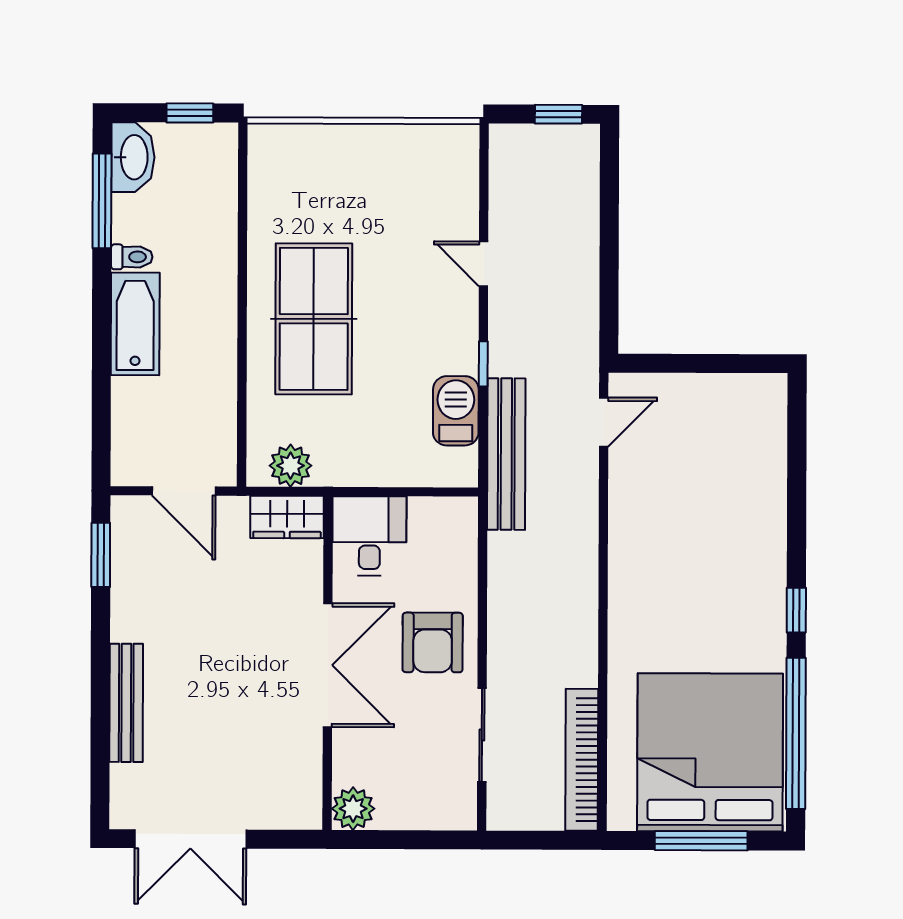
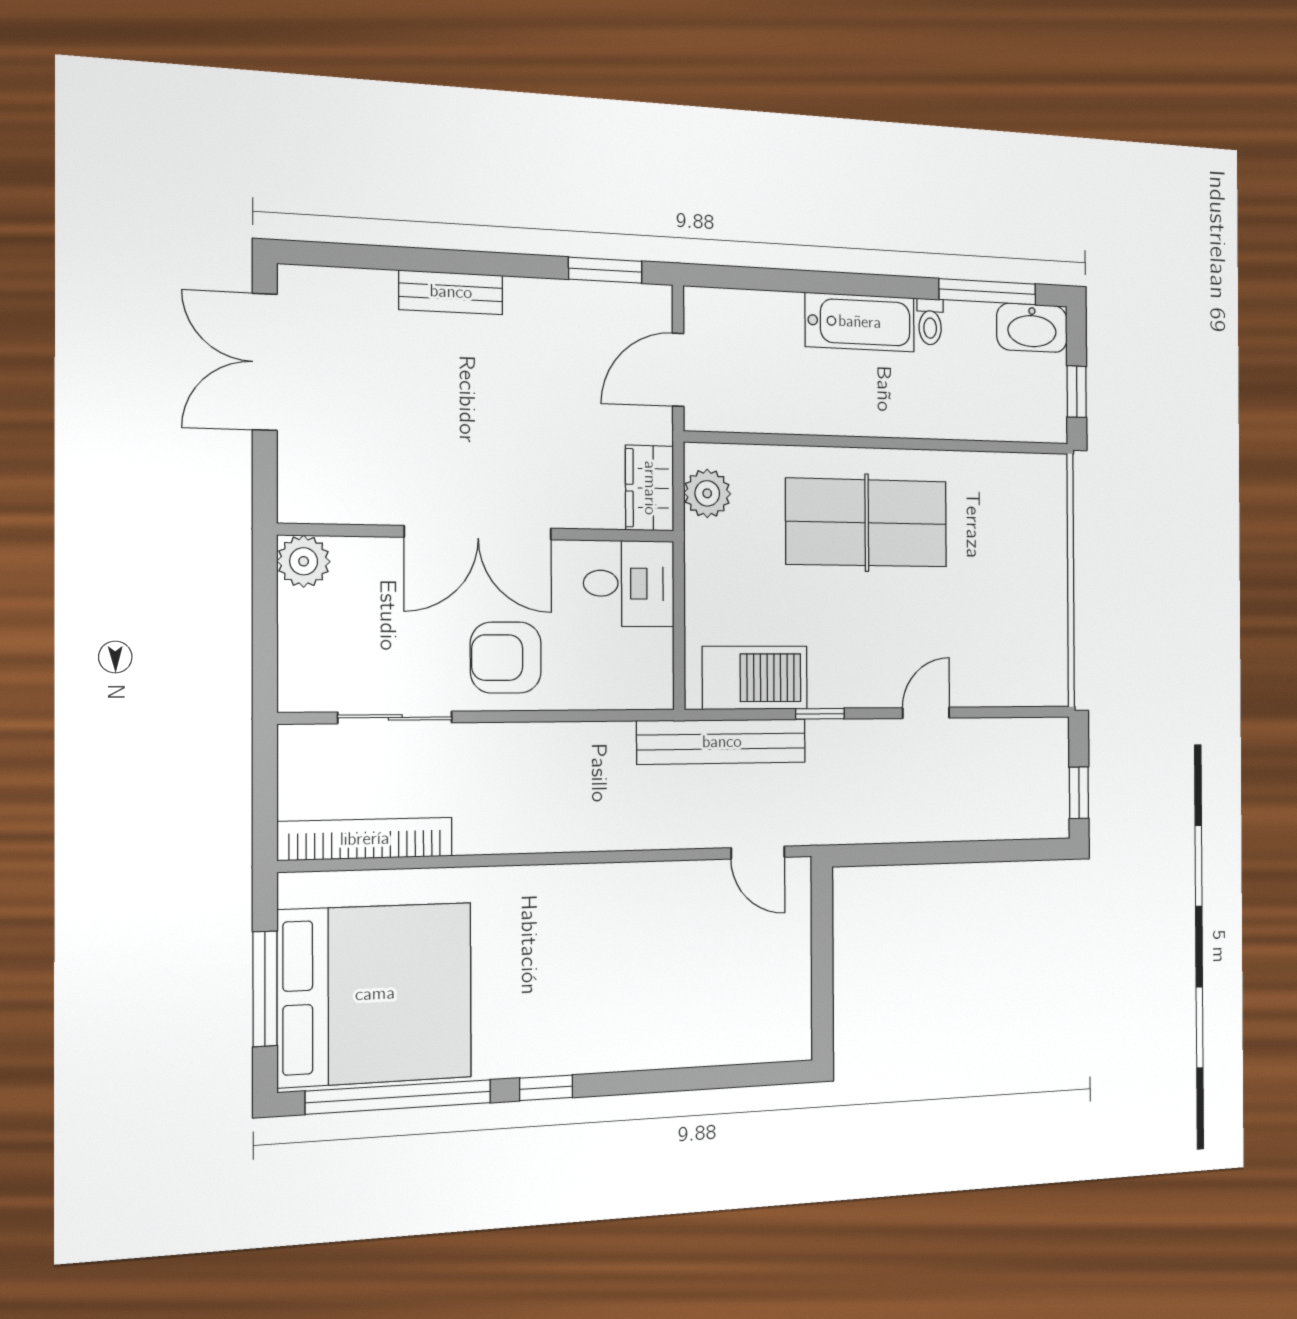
barbecue: (456, 411) -> (755, 678), width x1.37, depth x1.21
bench: (126, 703) -> (451, 292), width x0.73

